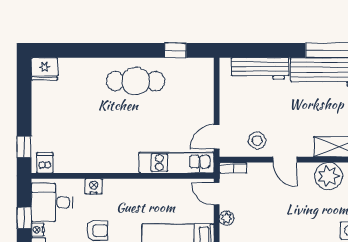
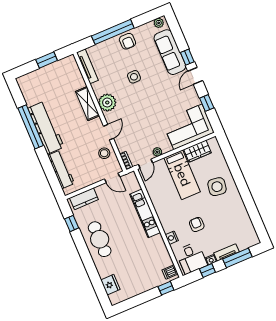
fridge: (44, 69) -> (110, 285), moved
kitchen counter: (204, 83) -> (84, 199), added
kitchen unit: (176, 163) -> (145, 213), moved

